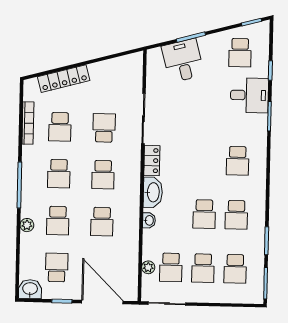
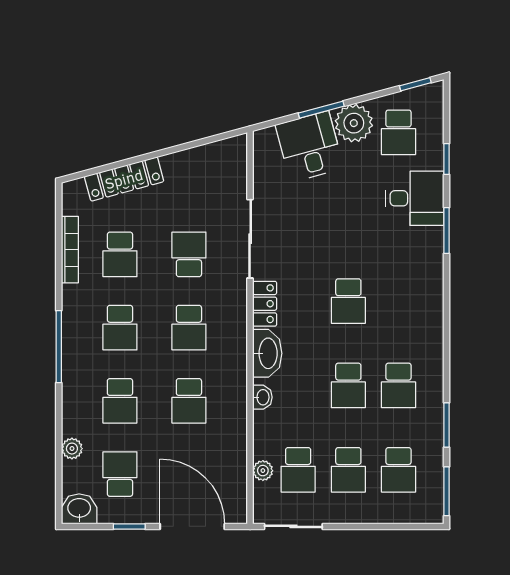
plant: (212, 46) -> (354, 123), added
school desk: (238, 161) -> (348, 301), moved
plant: (27, 225) -> (72, 449), moved

